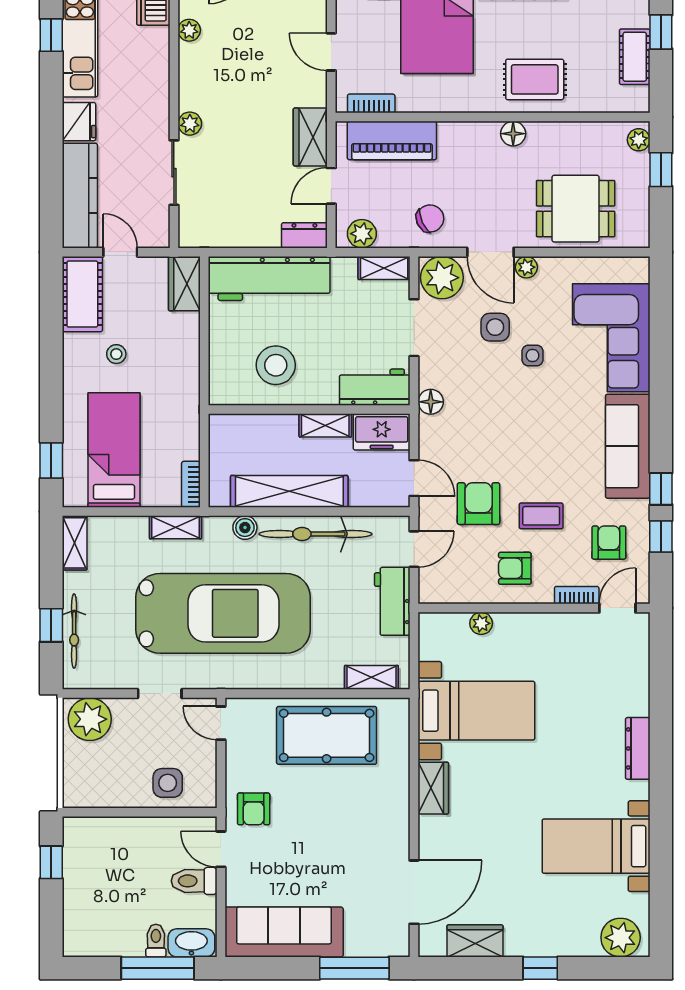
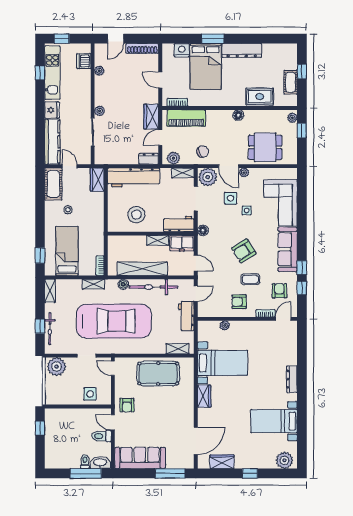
rug: (535, 79) -> (260, 96), moved
armchair: (479, 504) -> (244, 251), moved, turned -122

